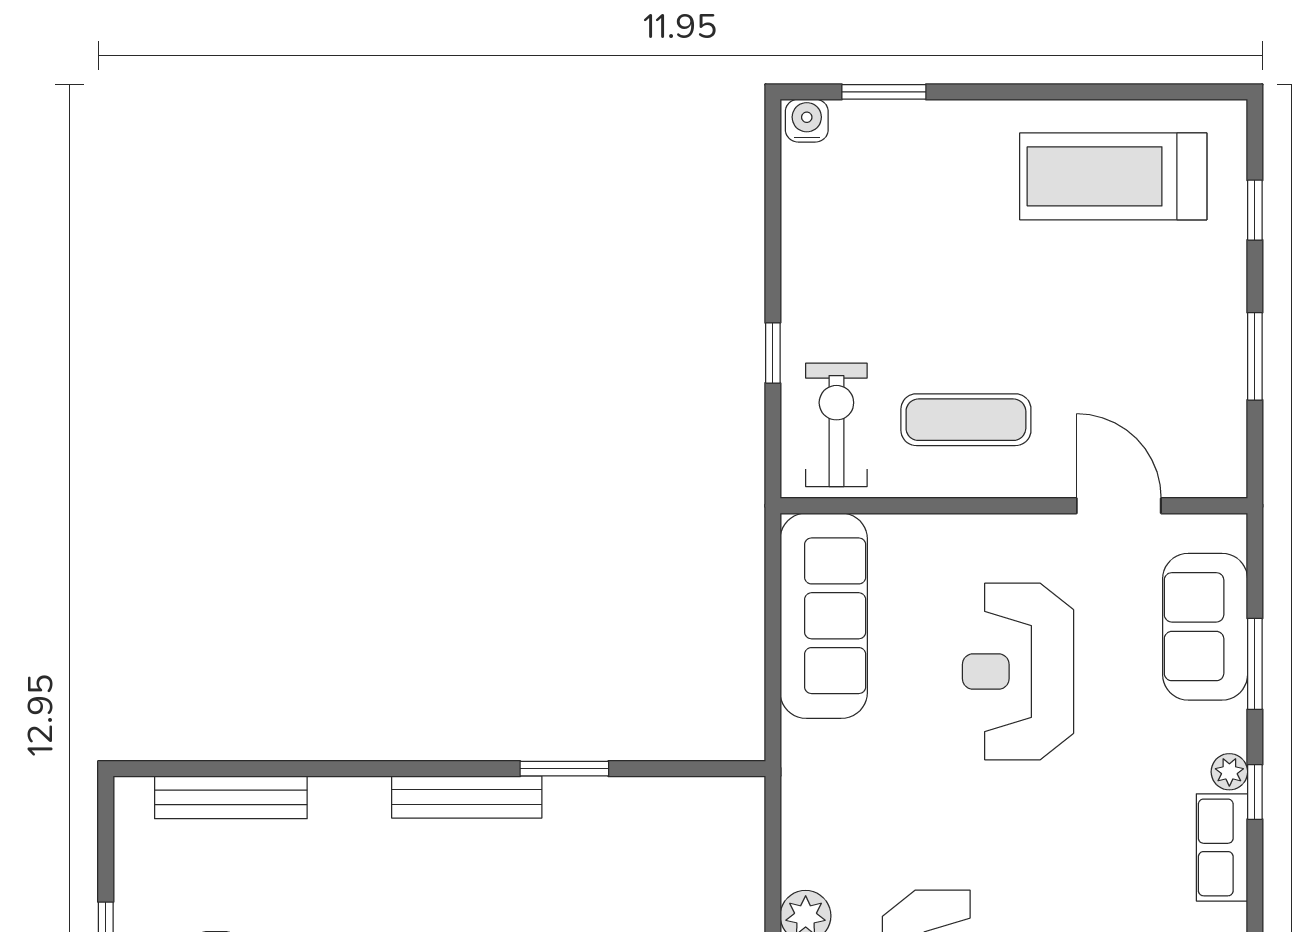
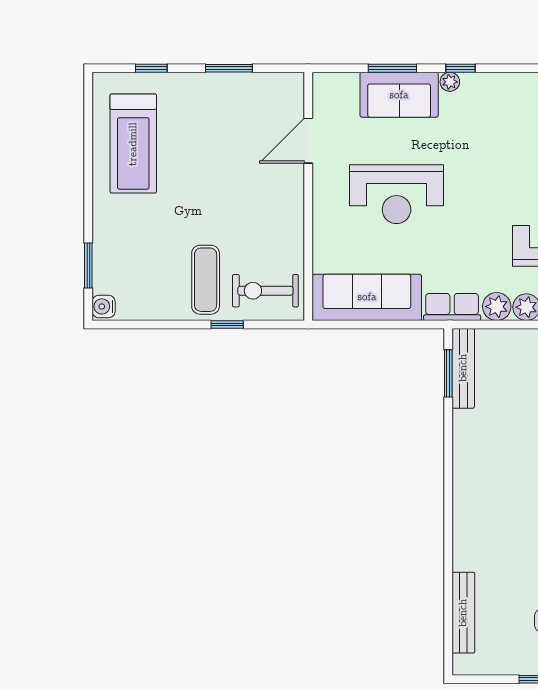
exercise mat: (966, 420) -> (206, 280), moved
sofa: (1205, 627) -> (399, 95), moved
window: (564, 769) -> (448, 373), moved
bench: (467, 797) -> (463, 368), moved
row of seats: (1222, 847) -> (452, 307), moved, turned 180
plant: (807, 860) -> (497, 307), added

